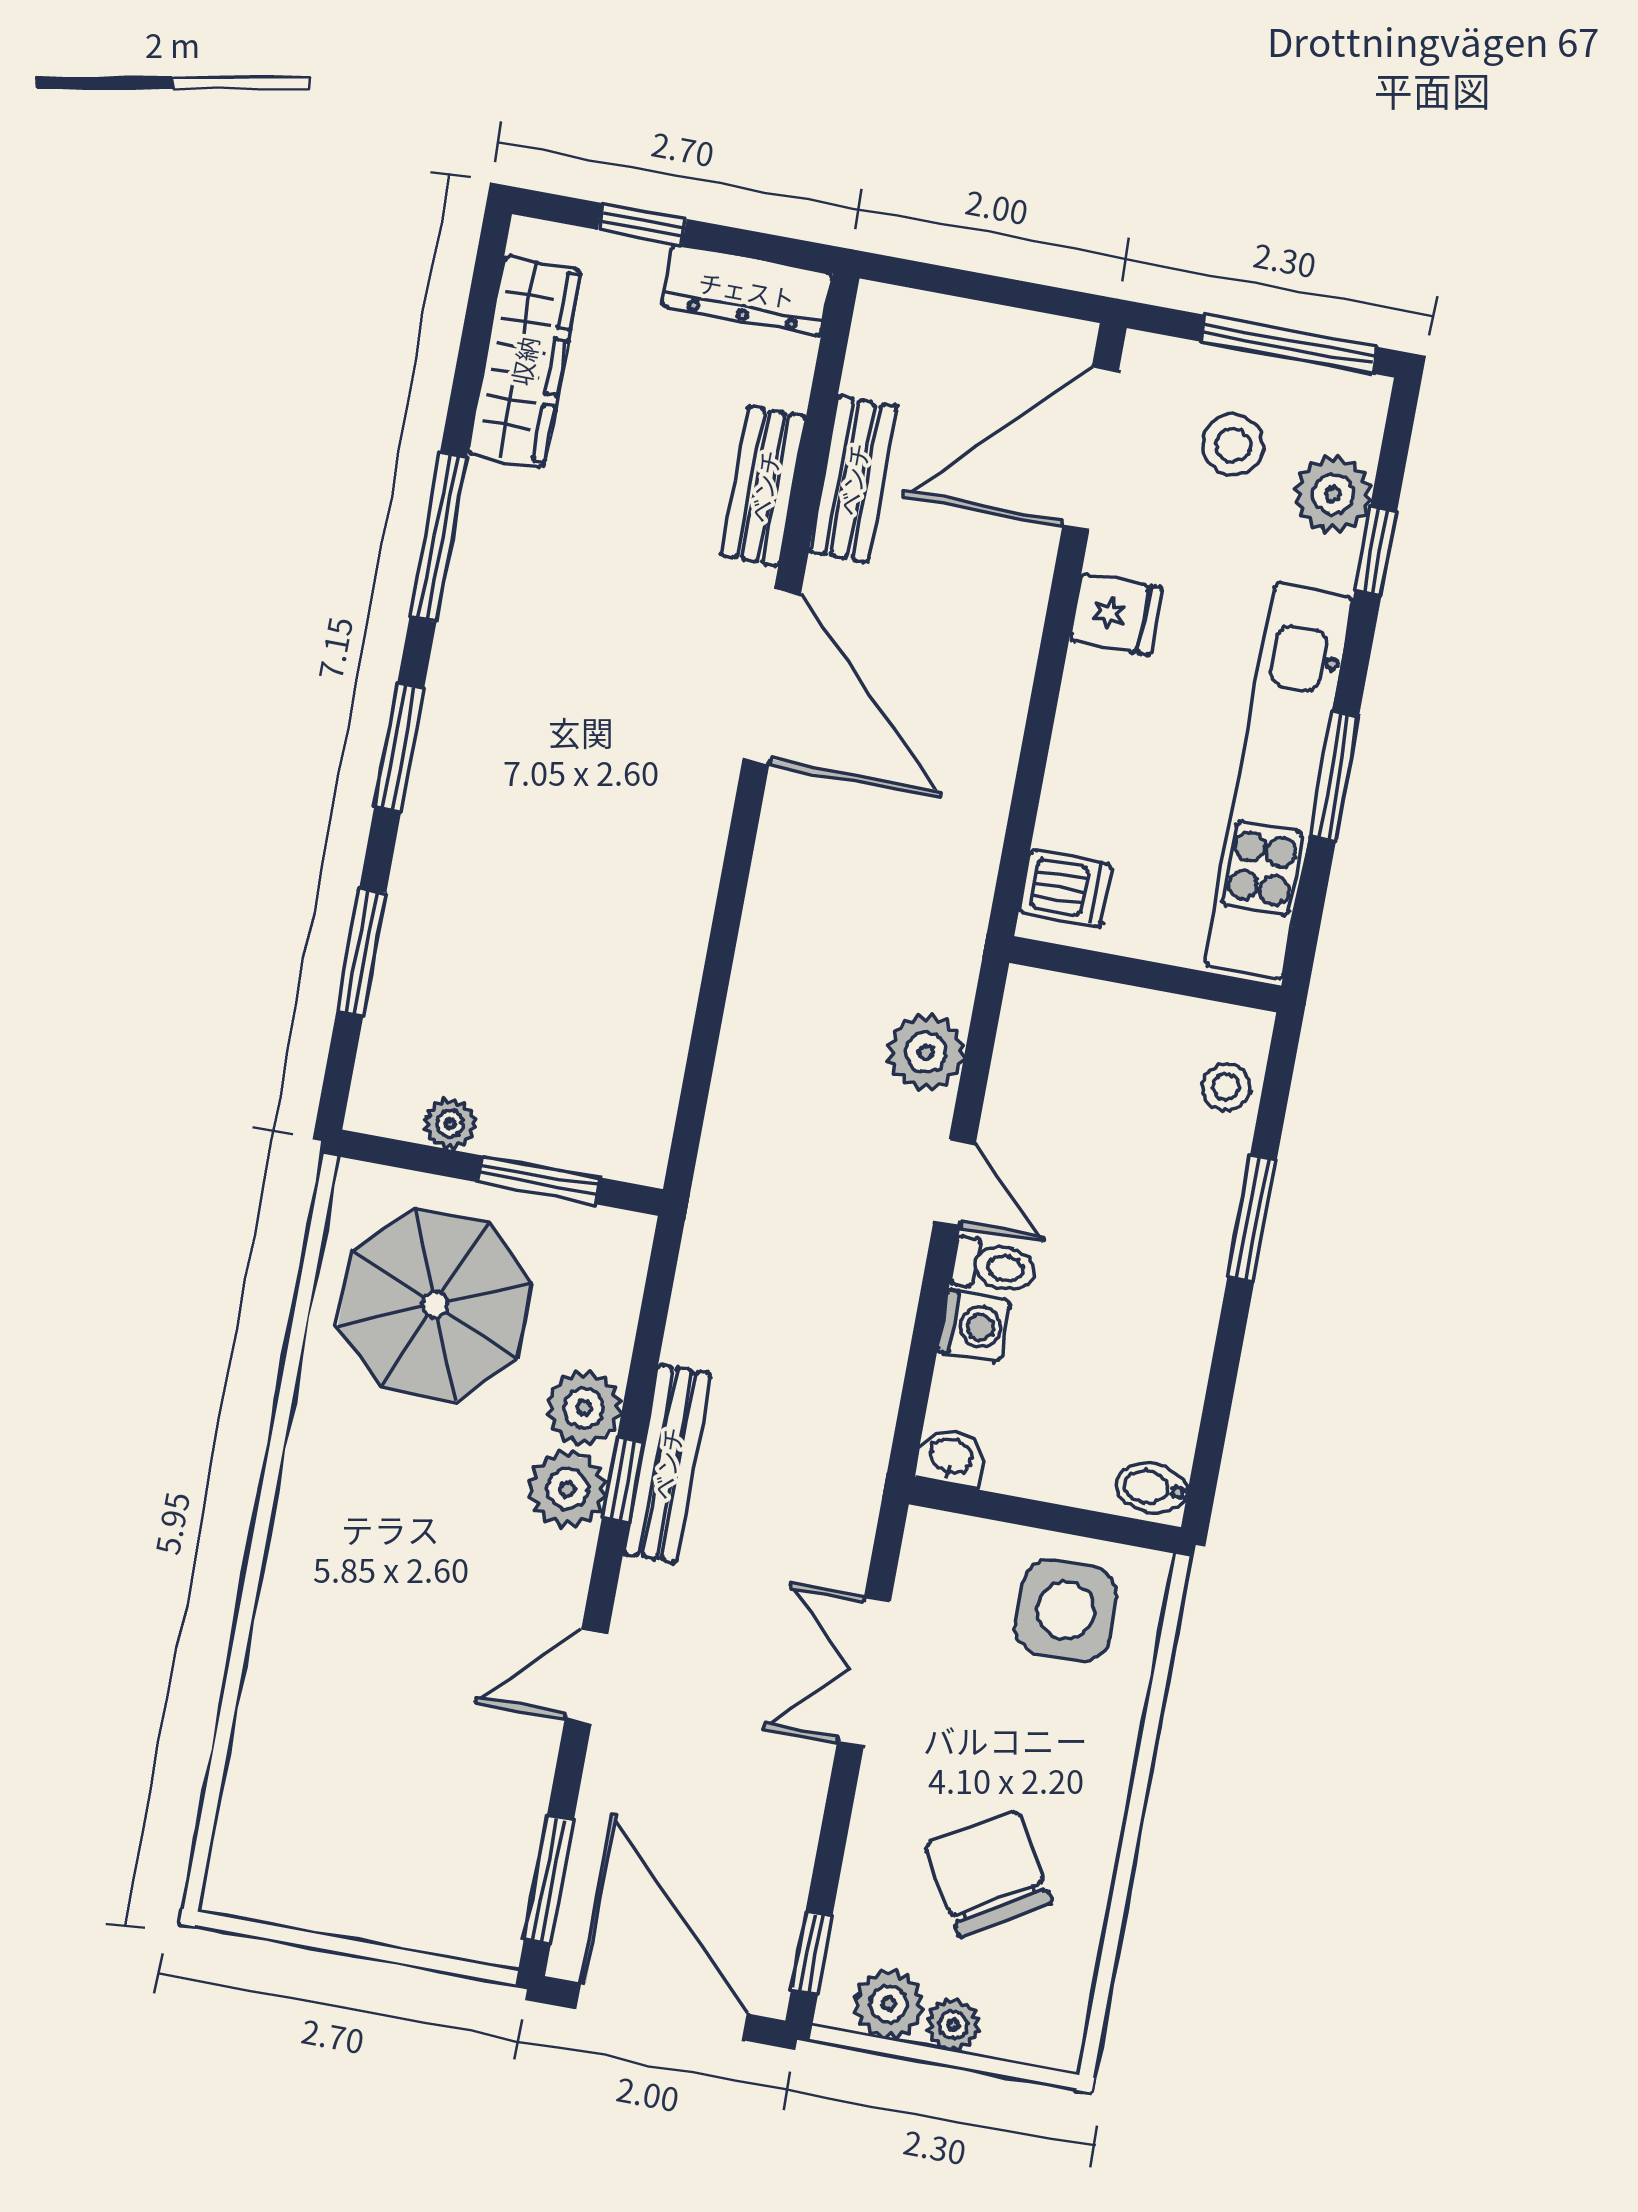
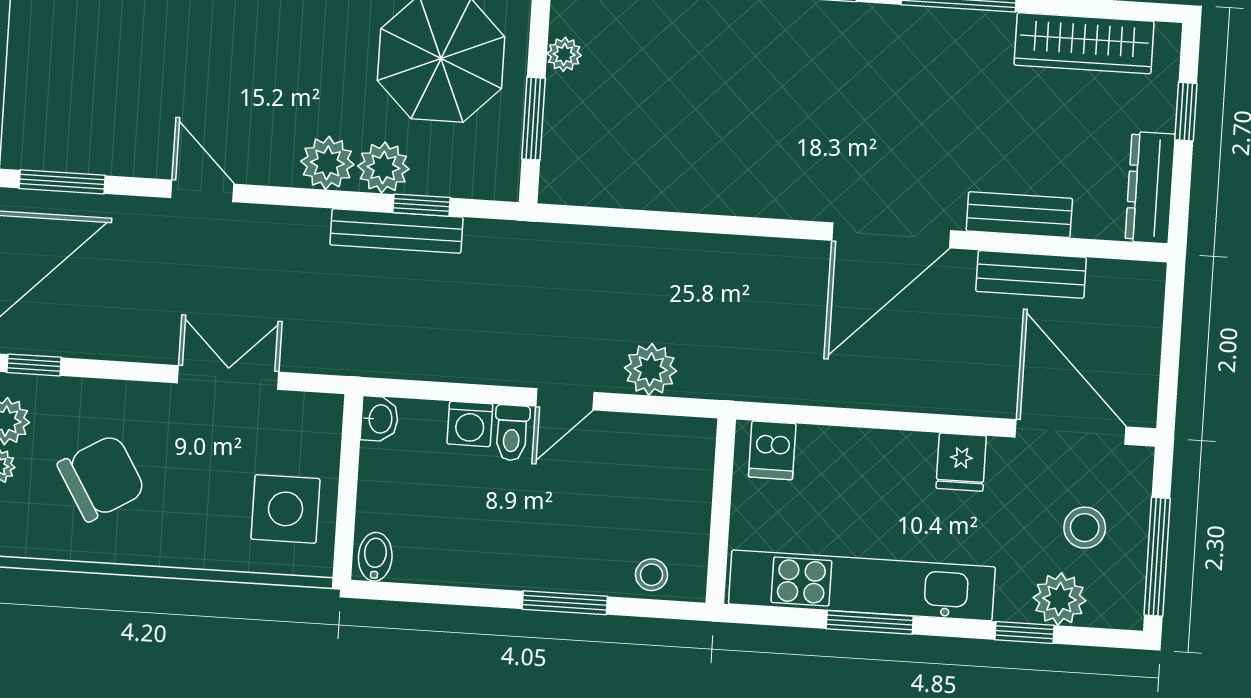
bench: (667, 1463) -> (397, 231), moved
window: (623, 1480) -> (421, 205), moved

